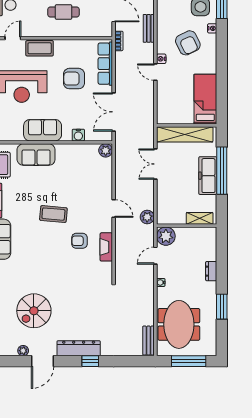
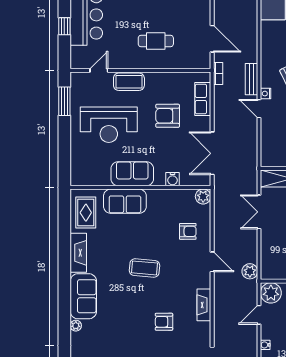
bench: (149, 28) -> (252, 79), moved
row of seats: (105, 64) -> (203, 99), width x0.68
armchair: (92, 181) -> (188, 231), added
armchair: (79, 241) -> (164, 322), moved

